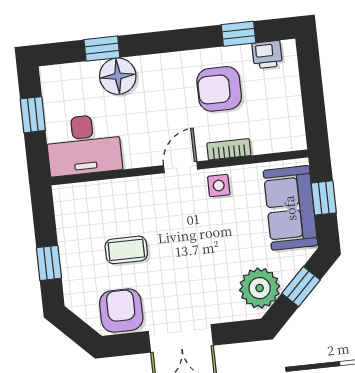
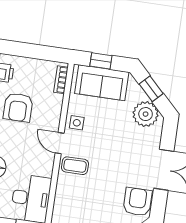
bookcase: (229, 149) -> (61, 80), moved
coffee table: (126, 250) -> (75, 166), moved, turned 90
armchair: (121, 311) -> (137, 202), turned 90

